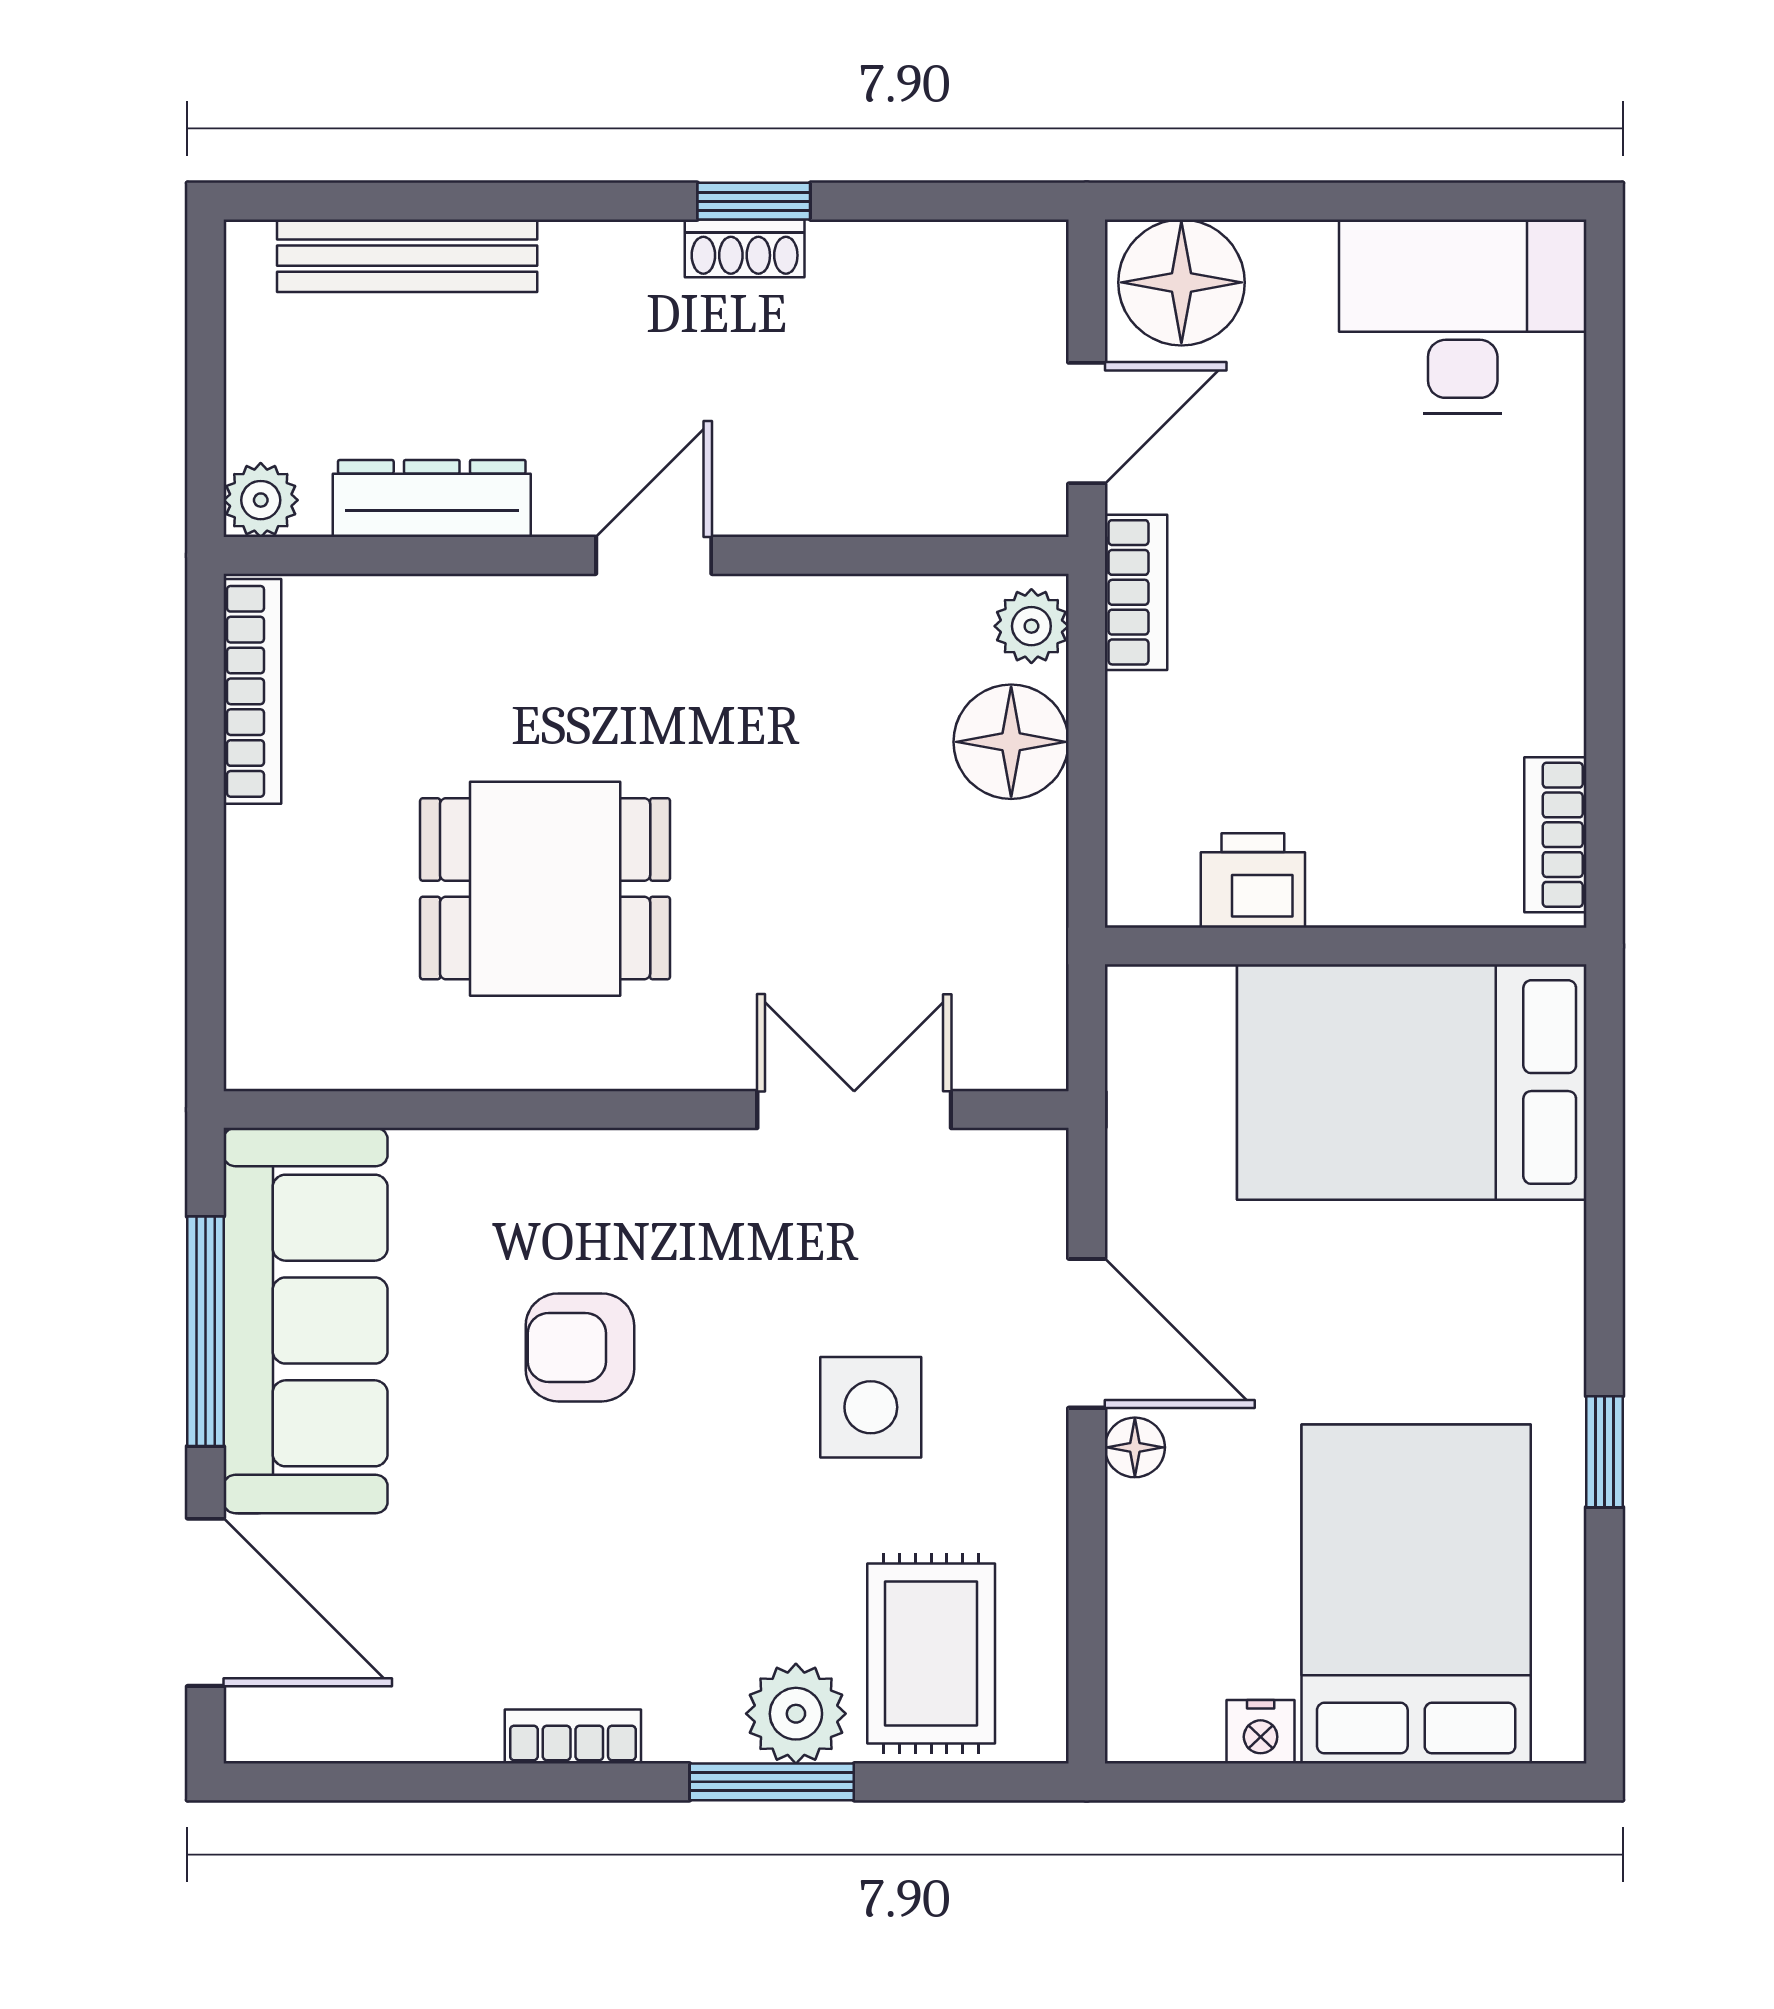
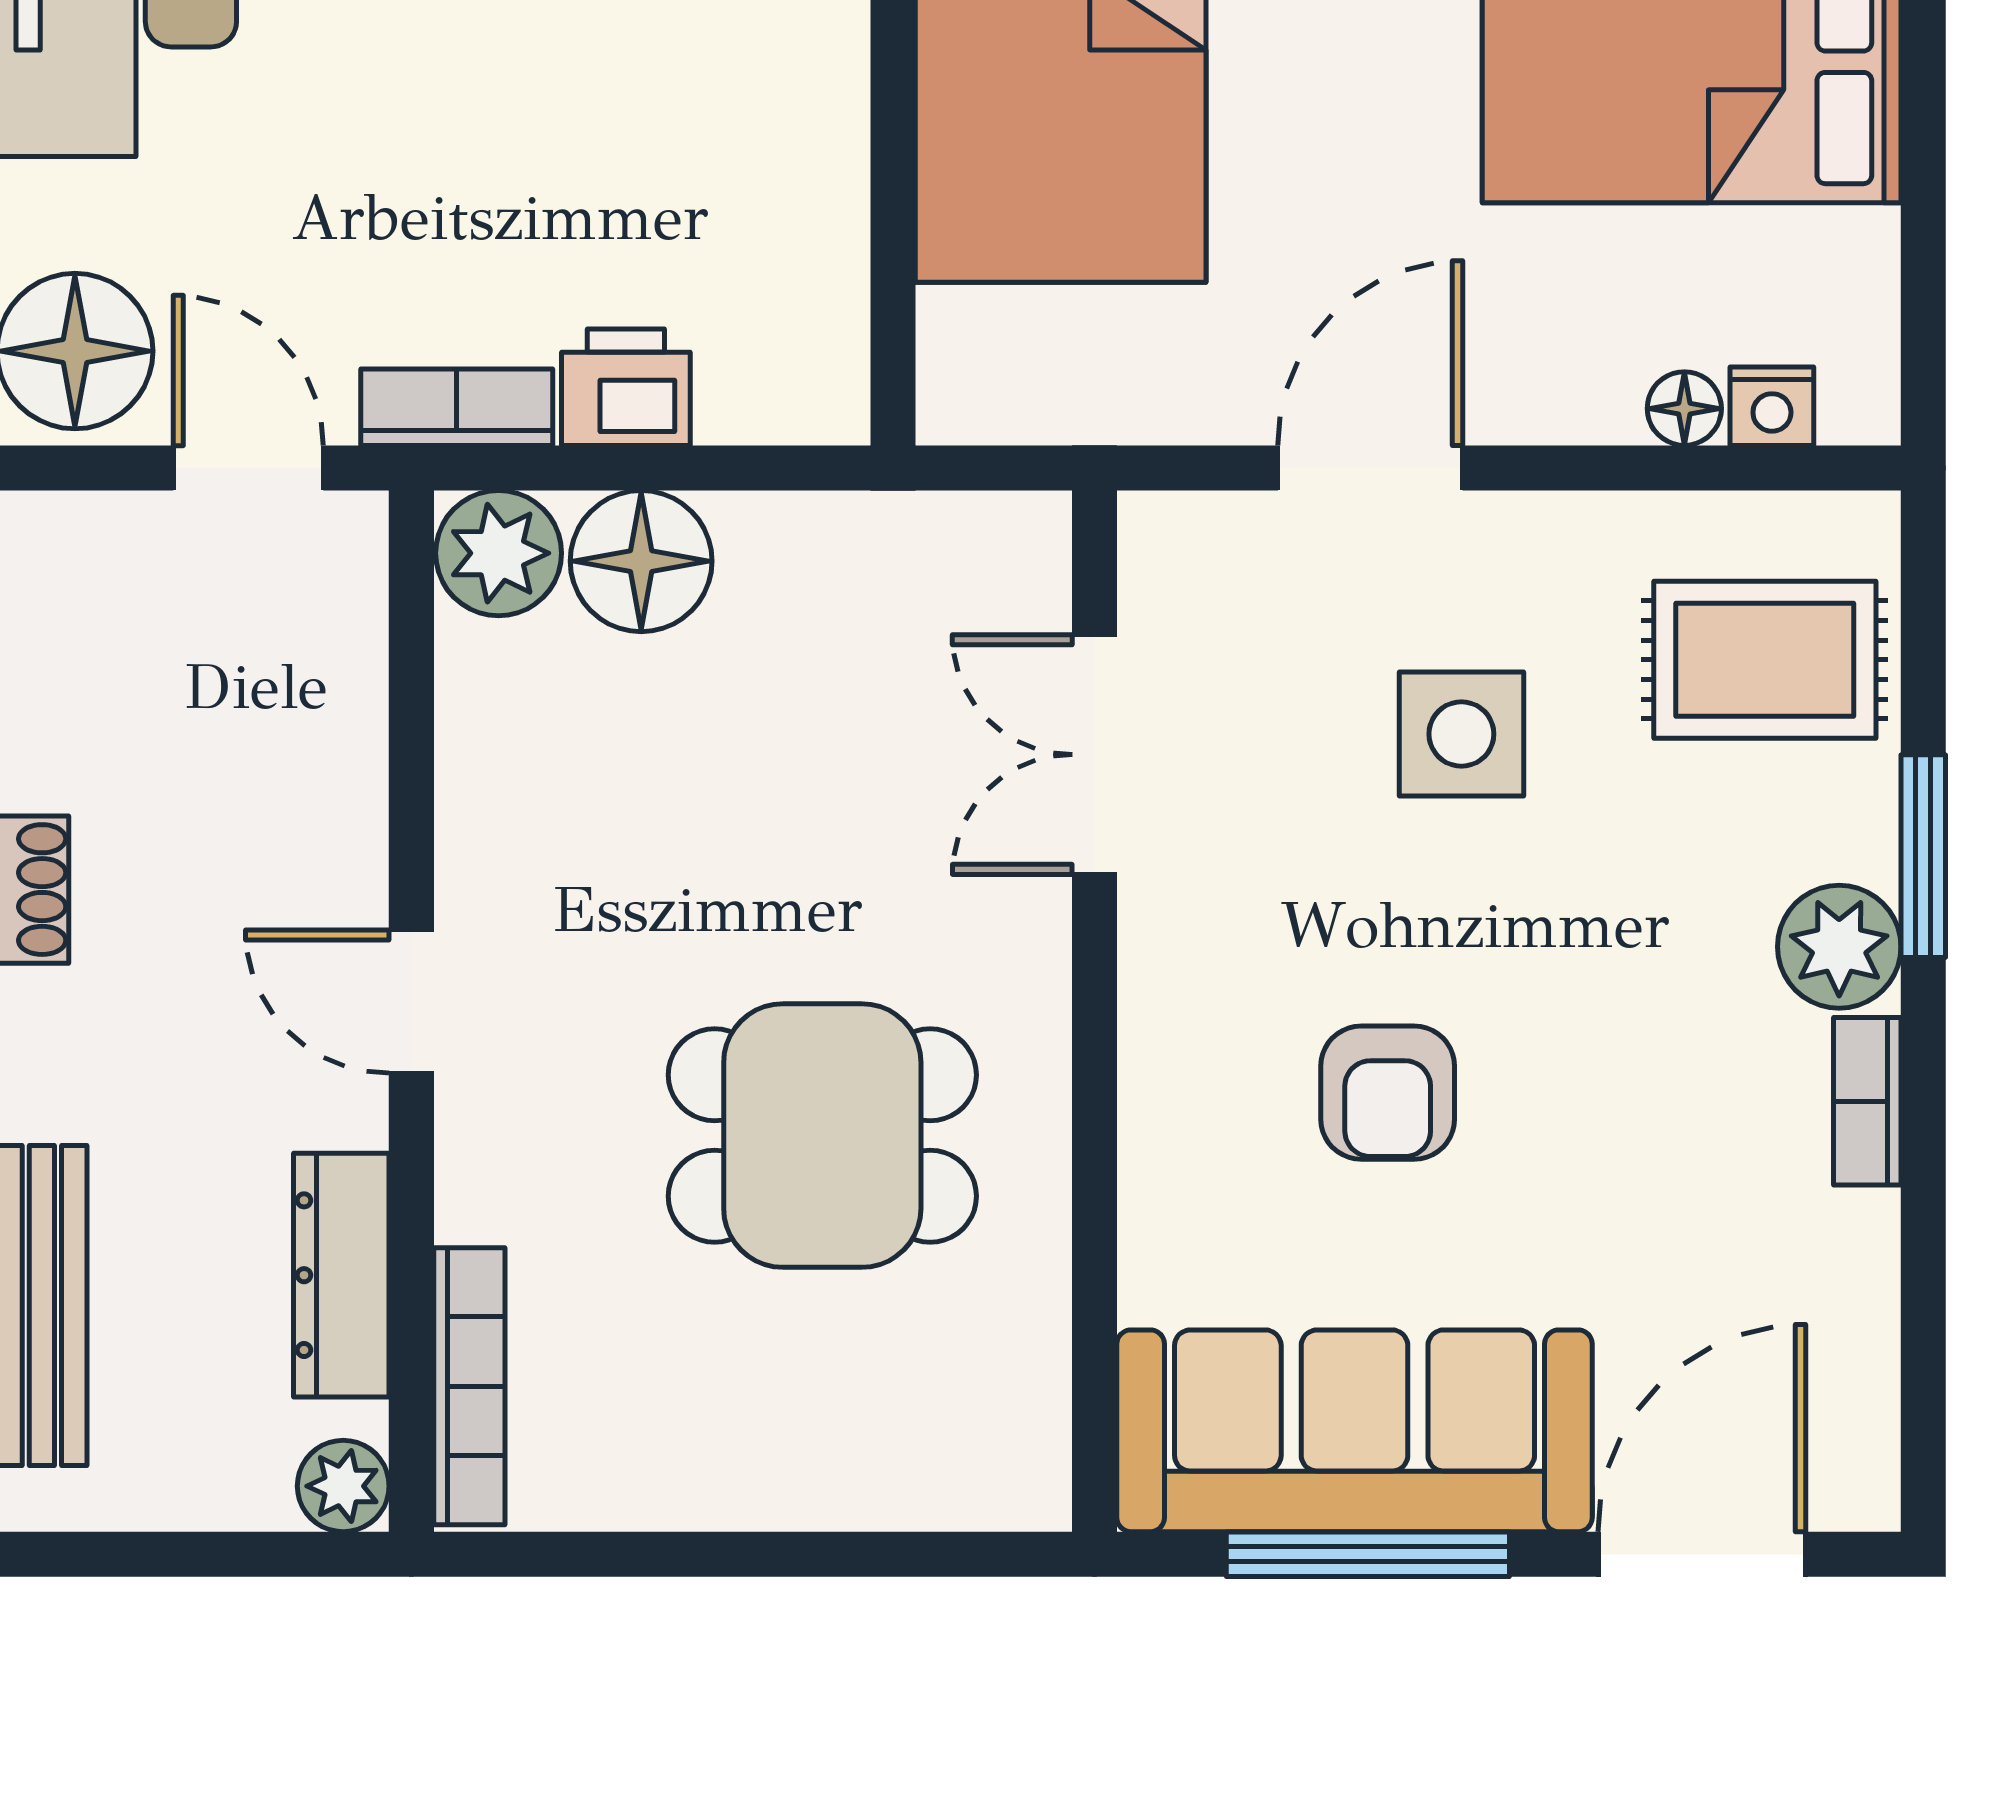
plant: (1031, 626) -> (499, 553), width x1.38, depth x1.38
bookcase: (252, 691) -> (469, 1386), moved, turned 90
printer: (1253, 881) -> (626, 387), moved, turned 90
dining table: (545, 889) -> (822, 1136), turned 90
floor lamp: (1135, 1447) -> (1684, 409), moved
plant: (796, 1714) -> (1839, 947), moved
nightstand: (1261, 1732) -> (1772, 406), moved, turned 90

